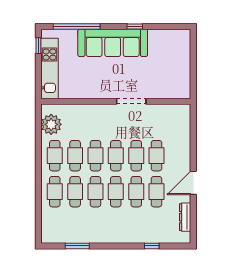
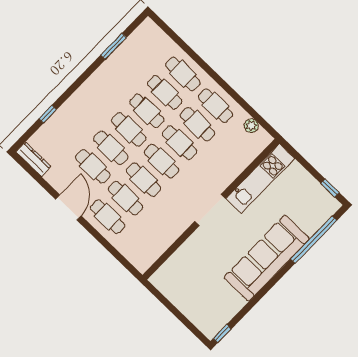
window: (135, 26) -> (222, 334), moved
kitchen unit: (49, 68) -> (260, 179), moved, turned -90
doorway: (131, 101) -> (210, 210), moved
plant: (51, 124) -> (251, 126), width x0.53, depth x0.53
cafe table: (177, 156) -> (108, 217), added
dresser: (185, 217) -> (33, 159), moved

